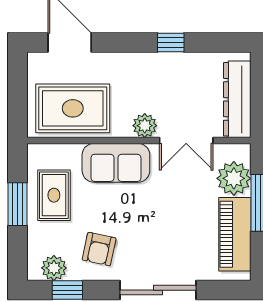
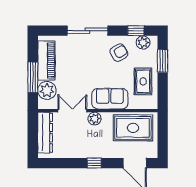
window: (171, 43) -> (94, 163), moved
window: (17, 204) -> (163, 61), moved
armchair: (99, 249) -> (119, 53), turned 48

